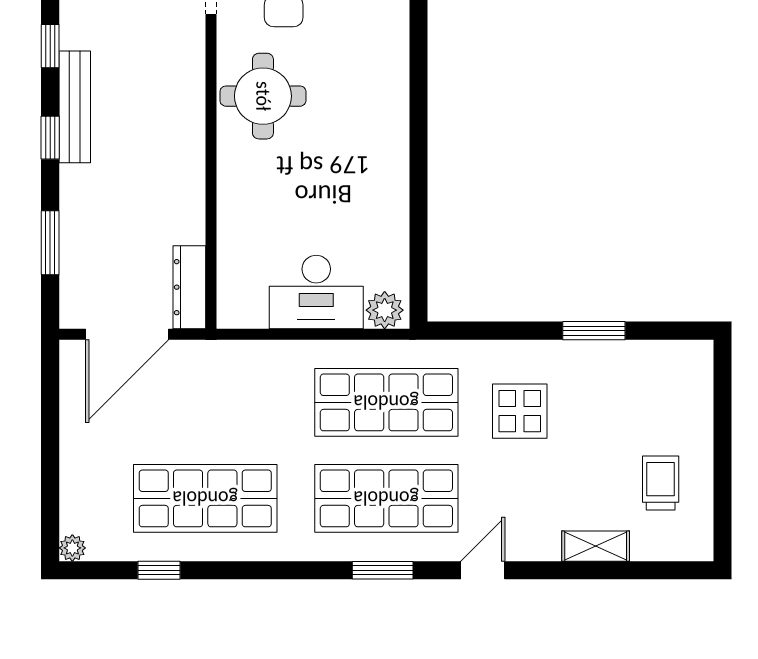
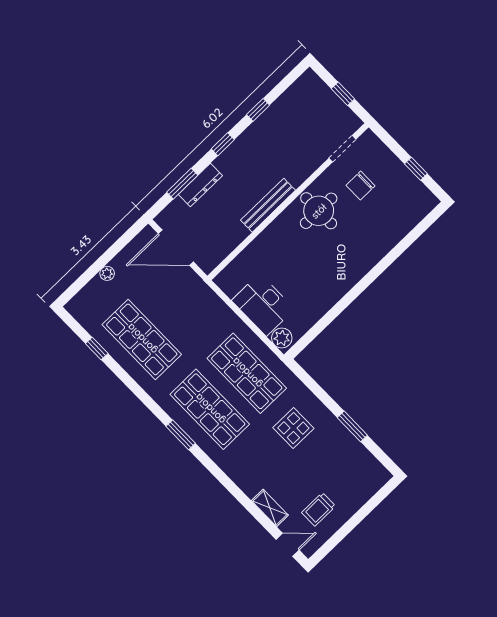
bench: (75, 107) -> (268, 205), moved
dresser: (189, 287) -> (200, 185), moved, turned 180
trolley: (661, 483) -> (319, 509), turned 180
plant: (72, 548) -> (107, 273), moved
door: (483, 570) -> (288, 545), moved

